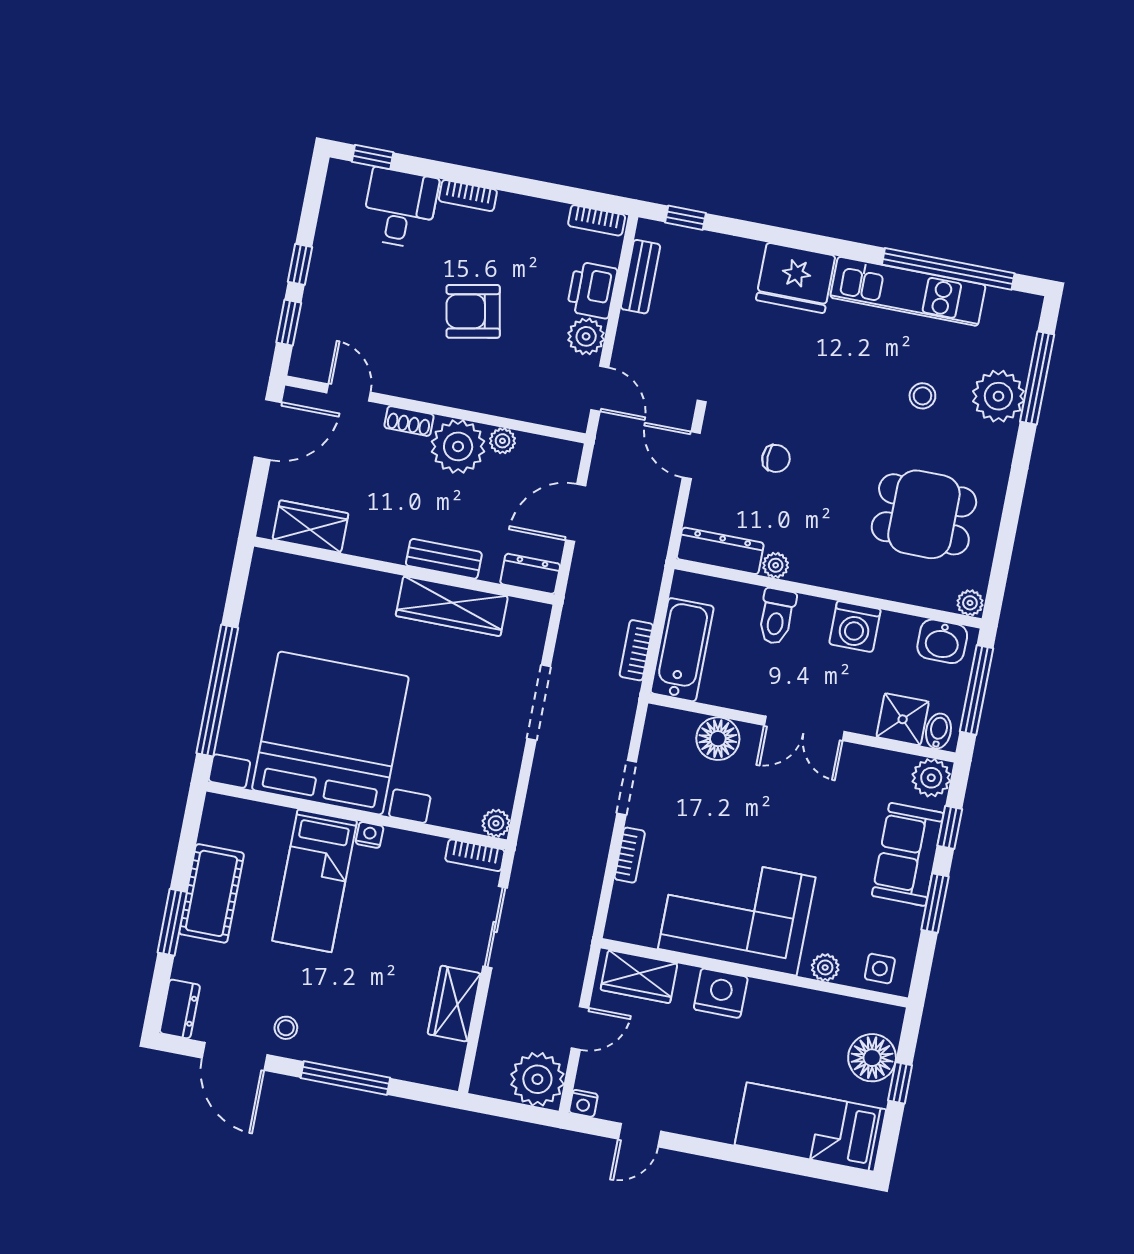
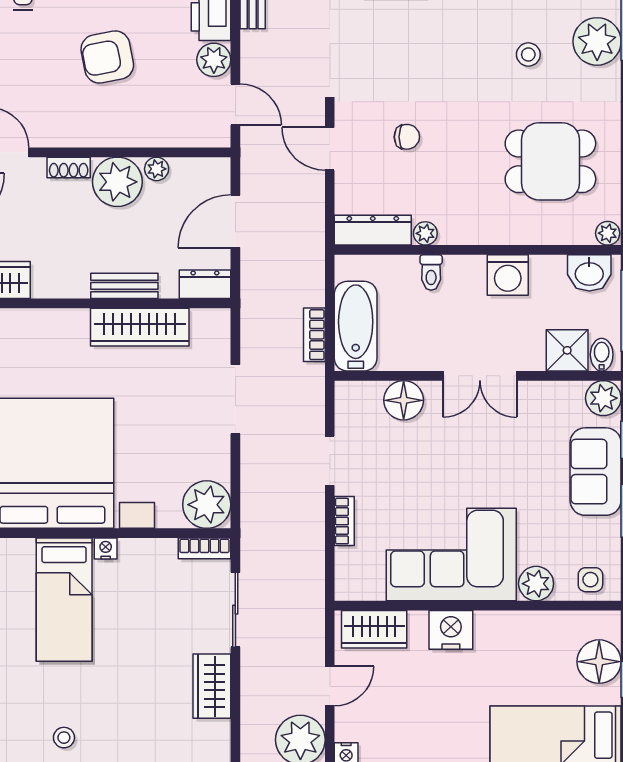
toilet: (777, 616) -> (431, 273), width x0.73, depth x0.72
plant: (496, 823) -> (207, 505), width x1.88, depth x1.88
plant: (825, 967) -> (536, 584), width x1.38, depth x1.38

